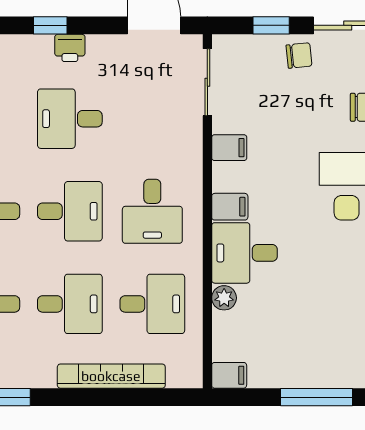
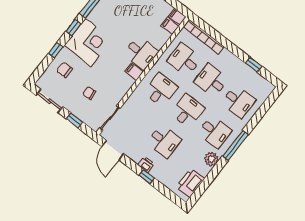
chair: (299, 55) -> (89, 93), moved
filing cabinet: (229, 148) -> (170, 26), moved
desk: (70, 211) -> (188, 111), turned 90
plant: (224, 298) -> (159, 43), removed
bookcase: (111, 376) -> (204, 37), moved

